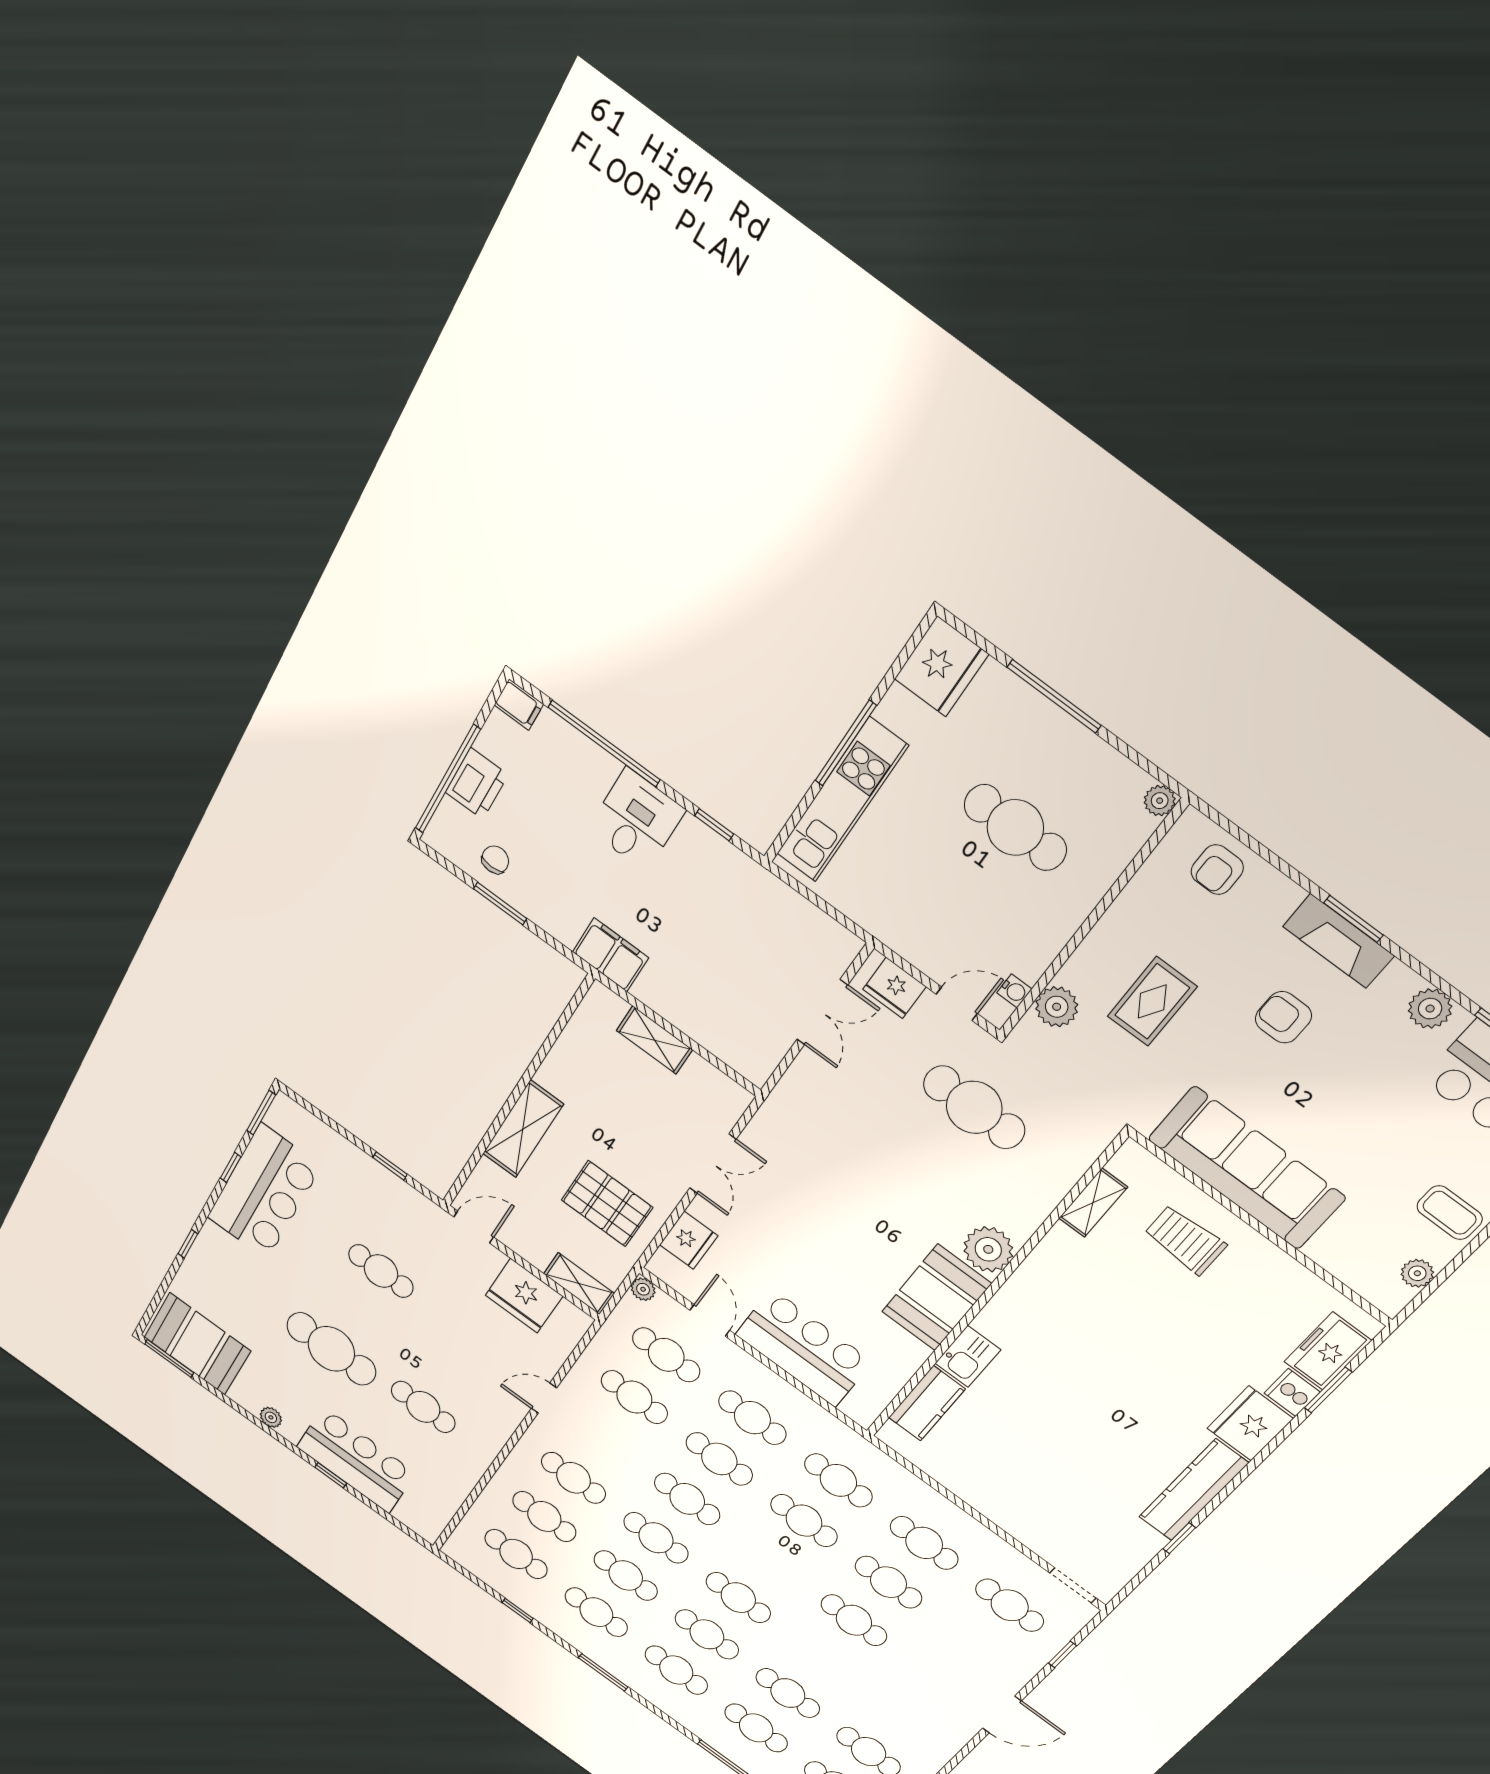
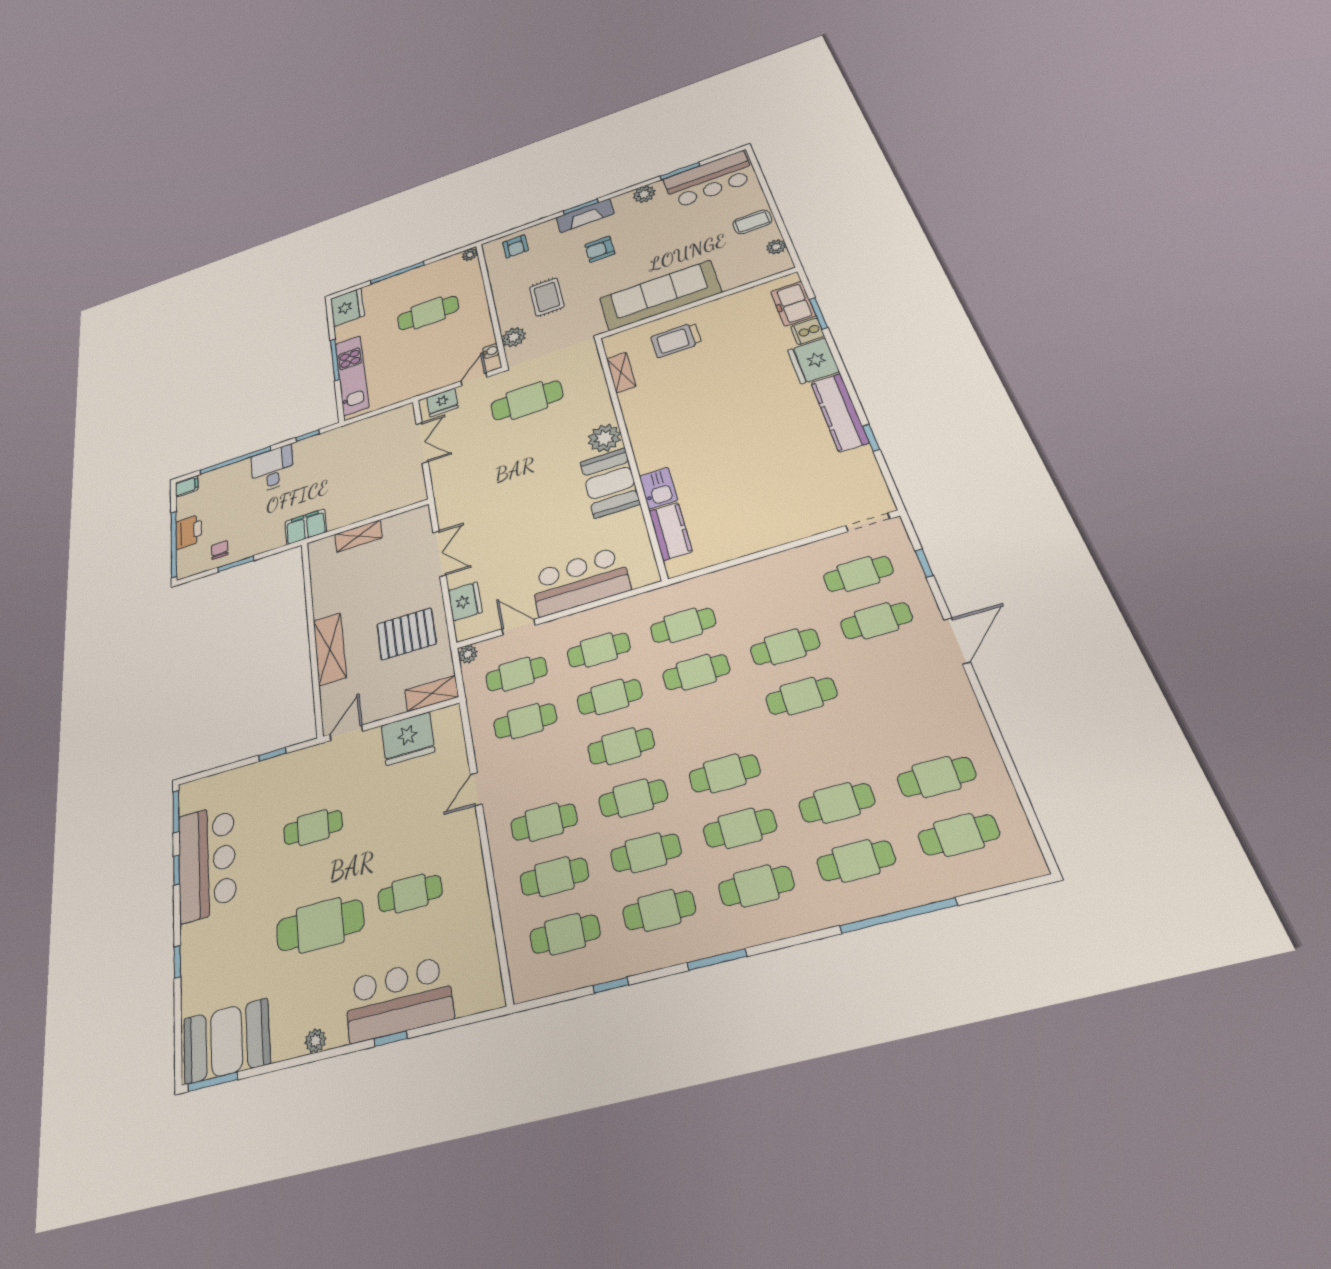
cafe table: (924, 1543) -> (876, 621), moved

